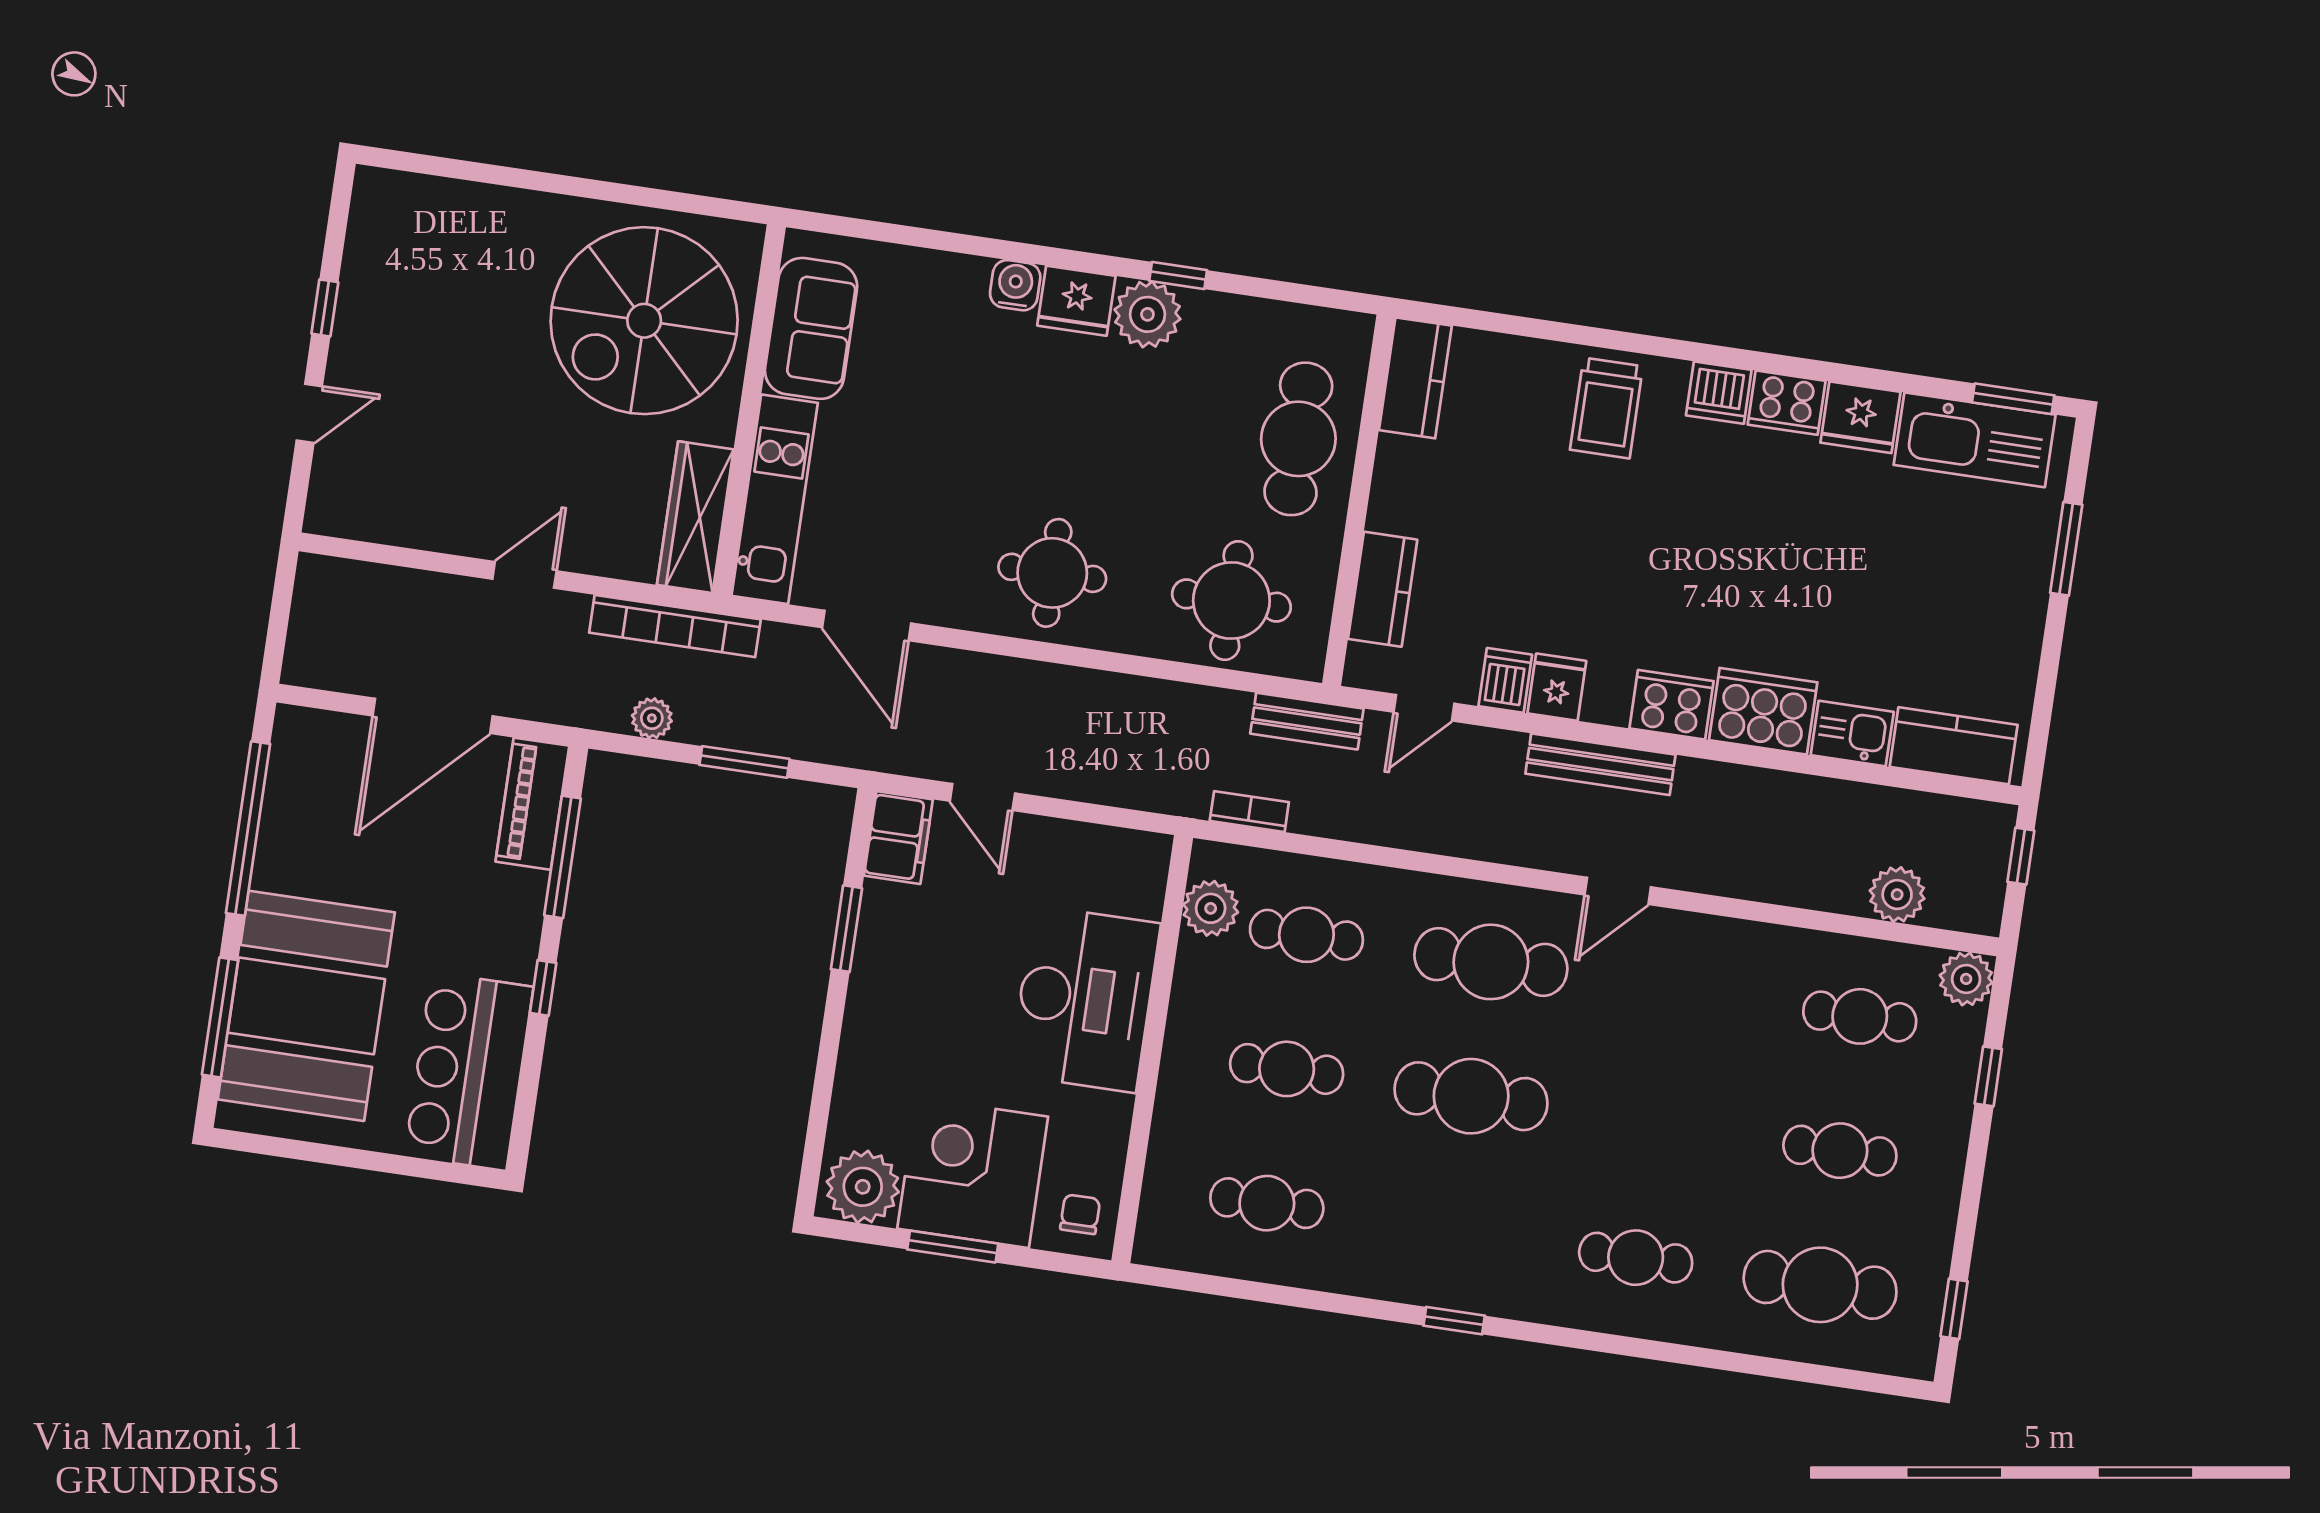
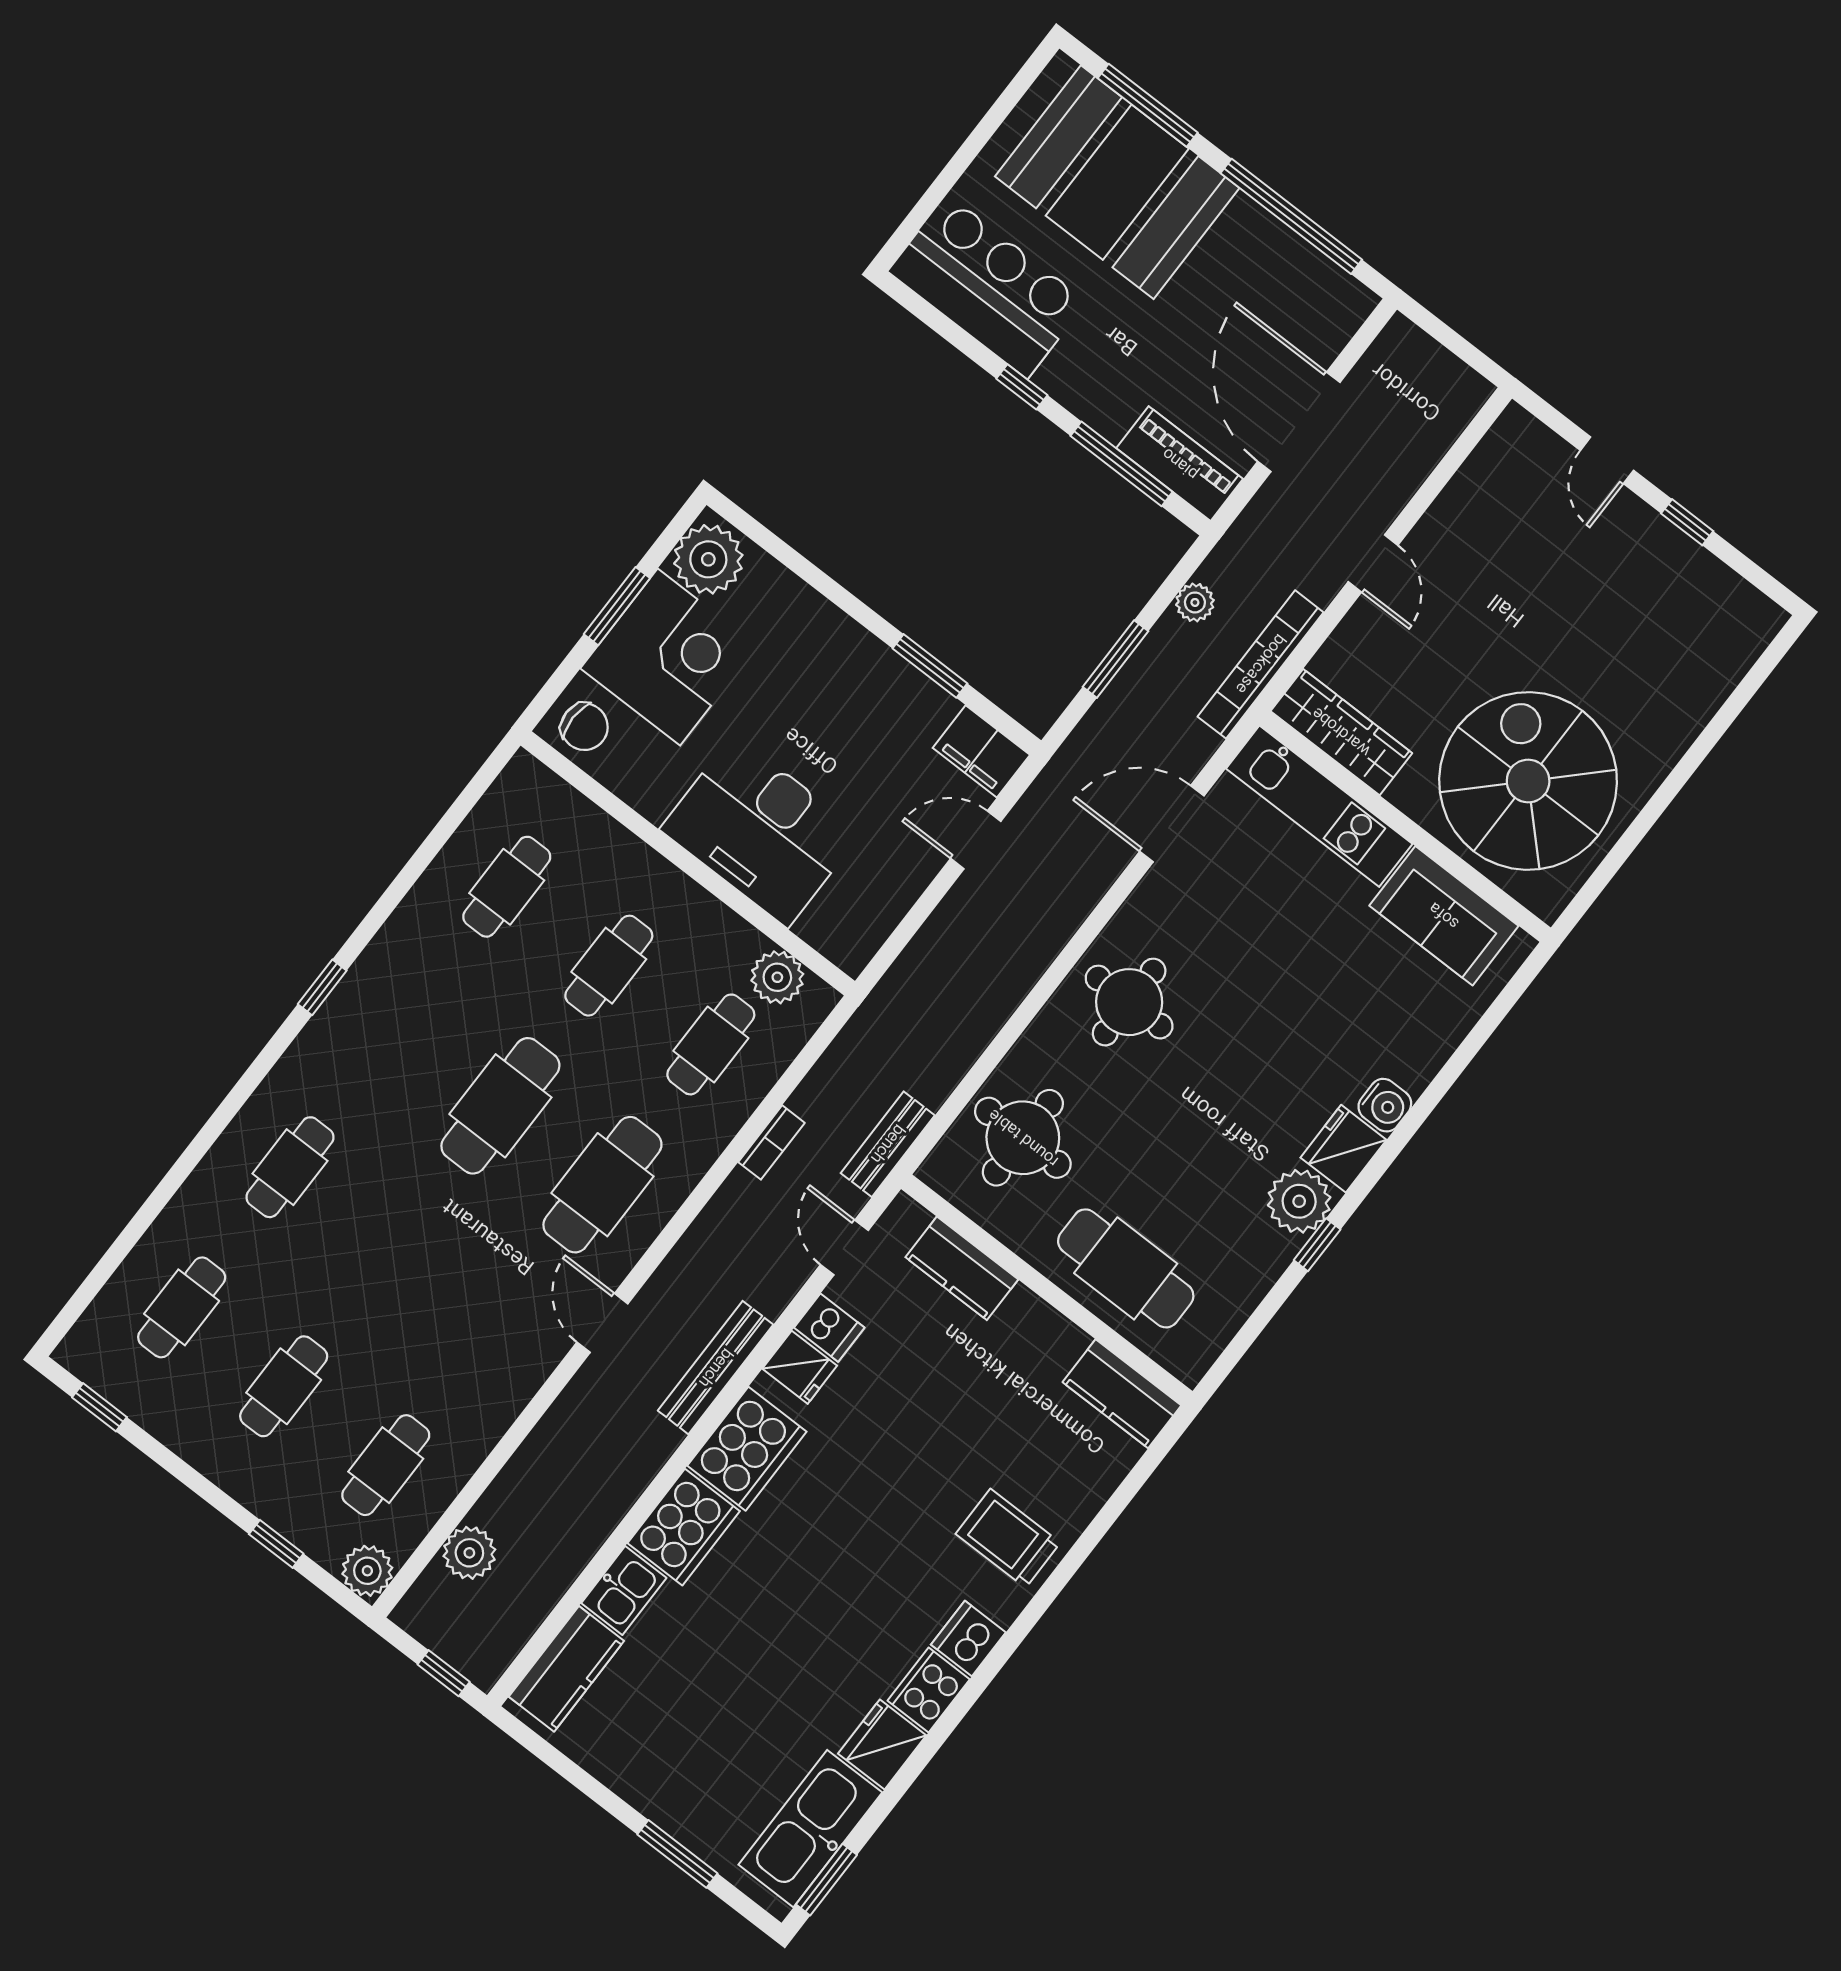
cooker: (1671, 705) -> (747, 1449), width x1.37, depth x1.31
bookcase: (1249, 812) -> (772, 1142), moved
chair: (1080, 1214) -> (584, 727), width x1.37, depth x1.37
cafe table: (1820, 1285) -> (182, 1307), width x0.73, depth x0.74

